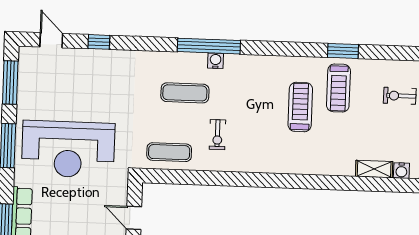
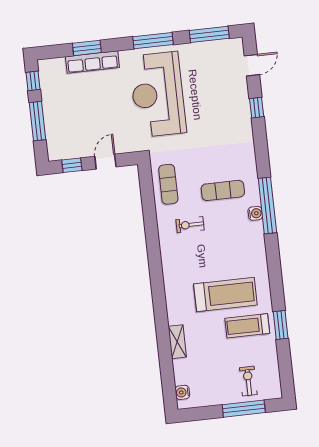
exercise mat: (185, 93) -> (223, 190), turned 90
treadmill: (300, 107) -> (225, 294), width x1.37, depth x1.38
shelving: (374, 169) -> (177, 342), moved

